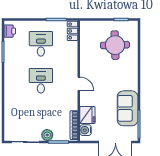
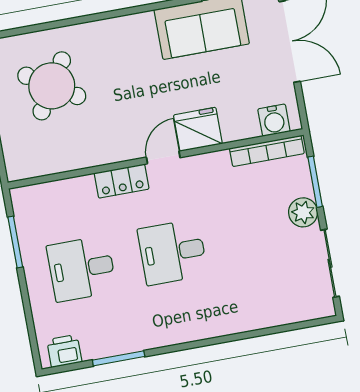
locker: (73, 31) -> (122, 181), moved
round table: (115, 45) -> (52, 86), turned 34
fridge: (87, 115) -> (198, 129), moved

